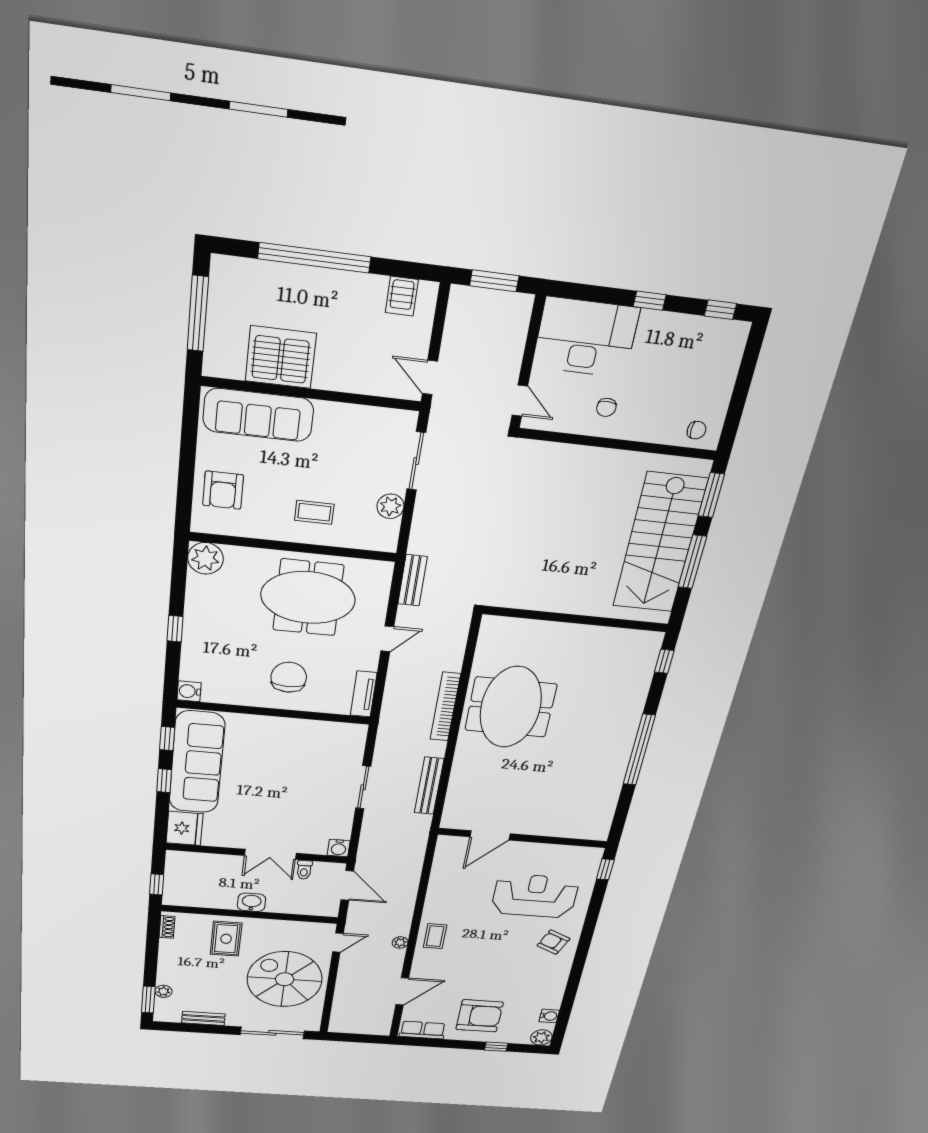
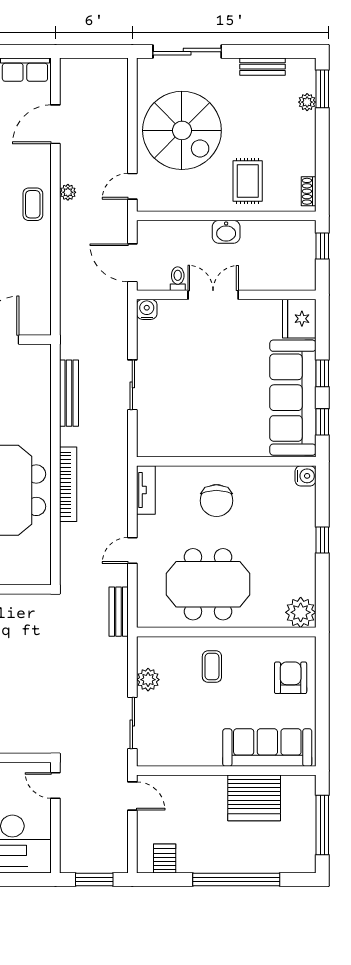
coffee table: (314, 512) -> (212, 667), turned 90

